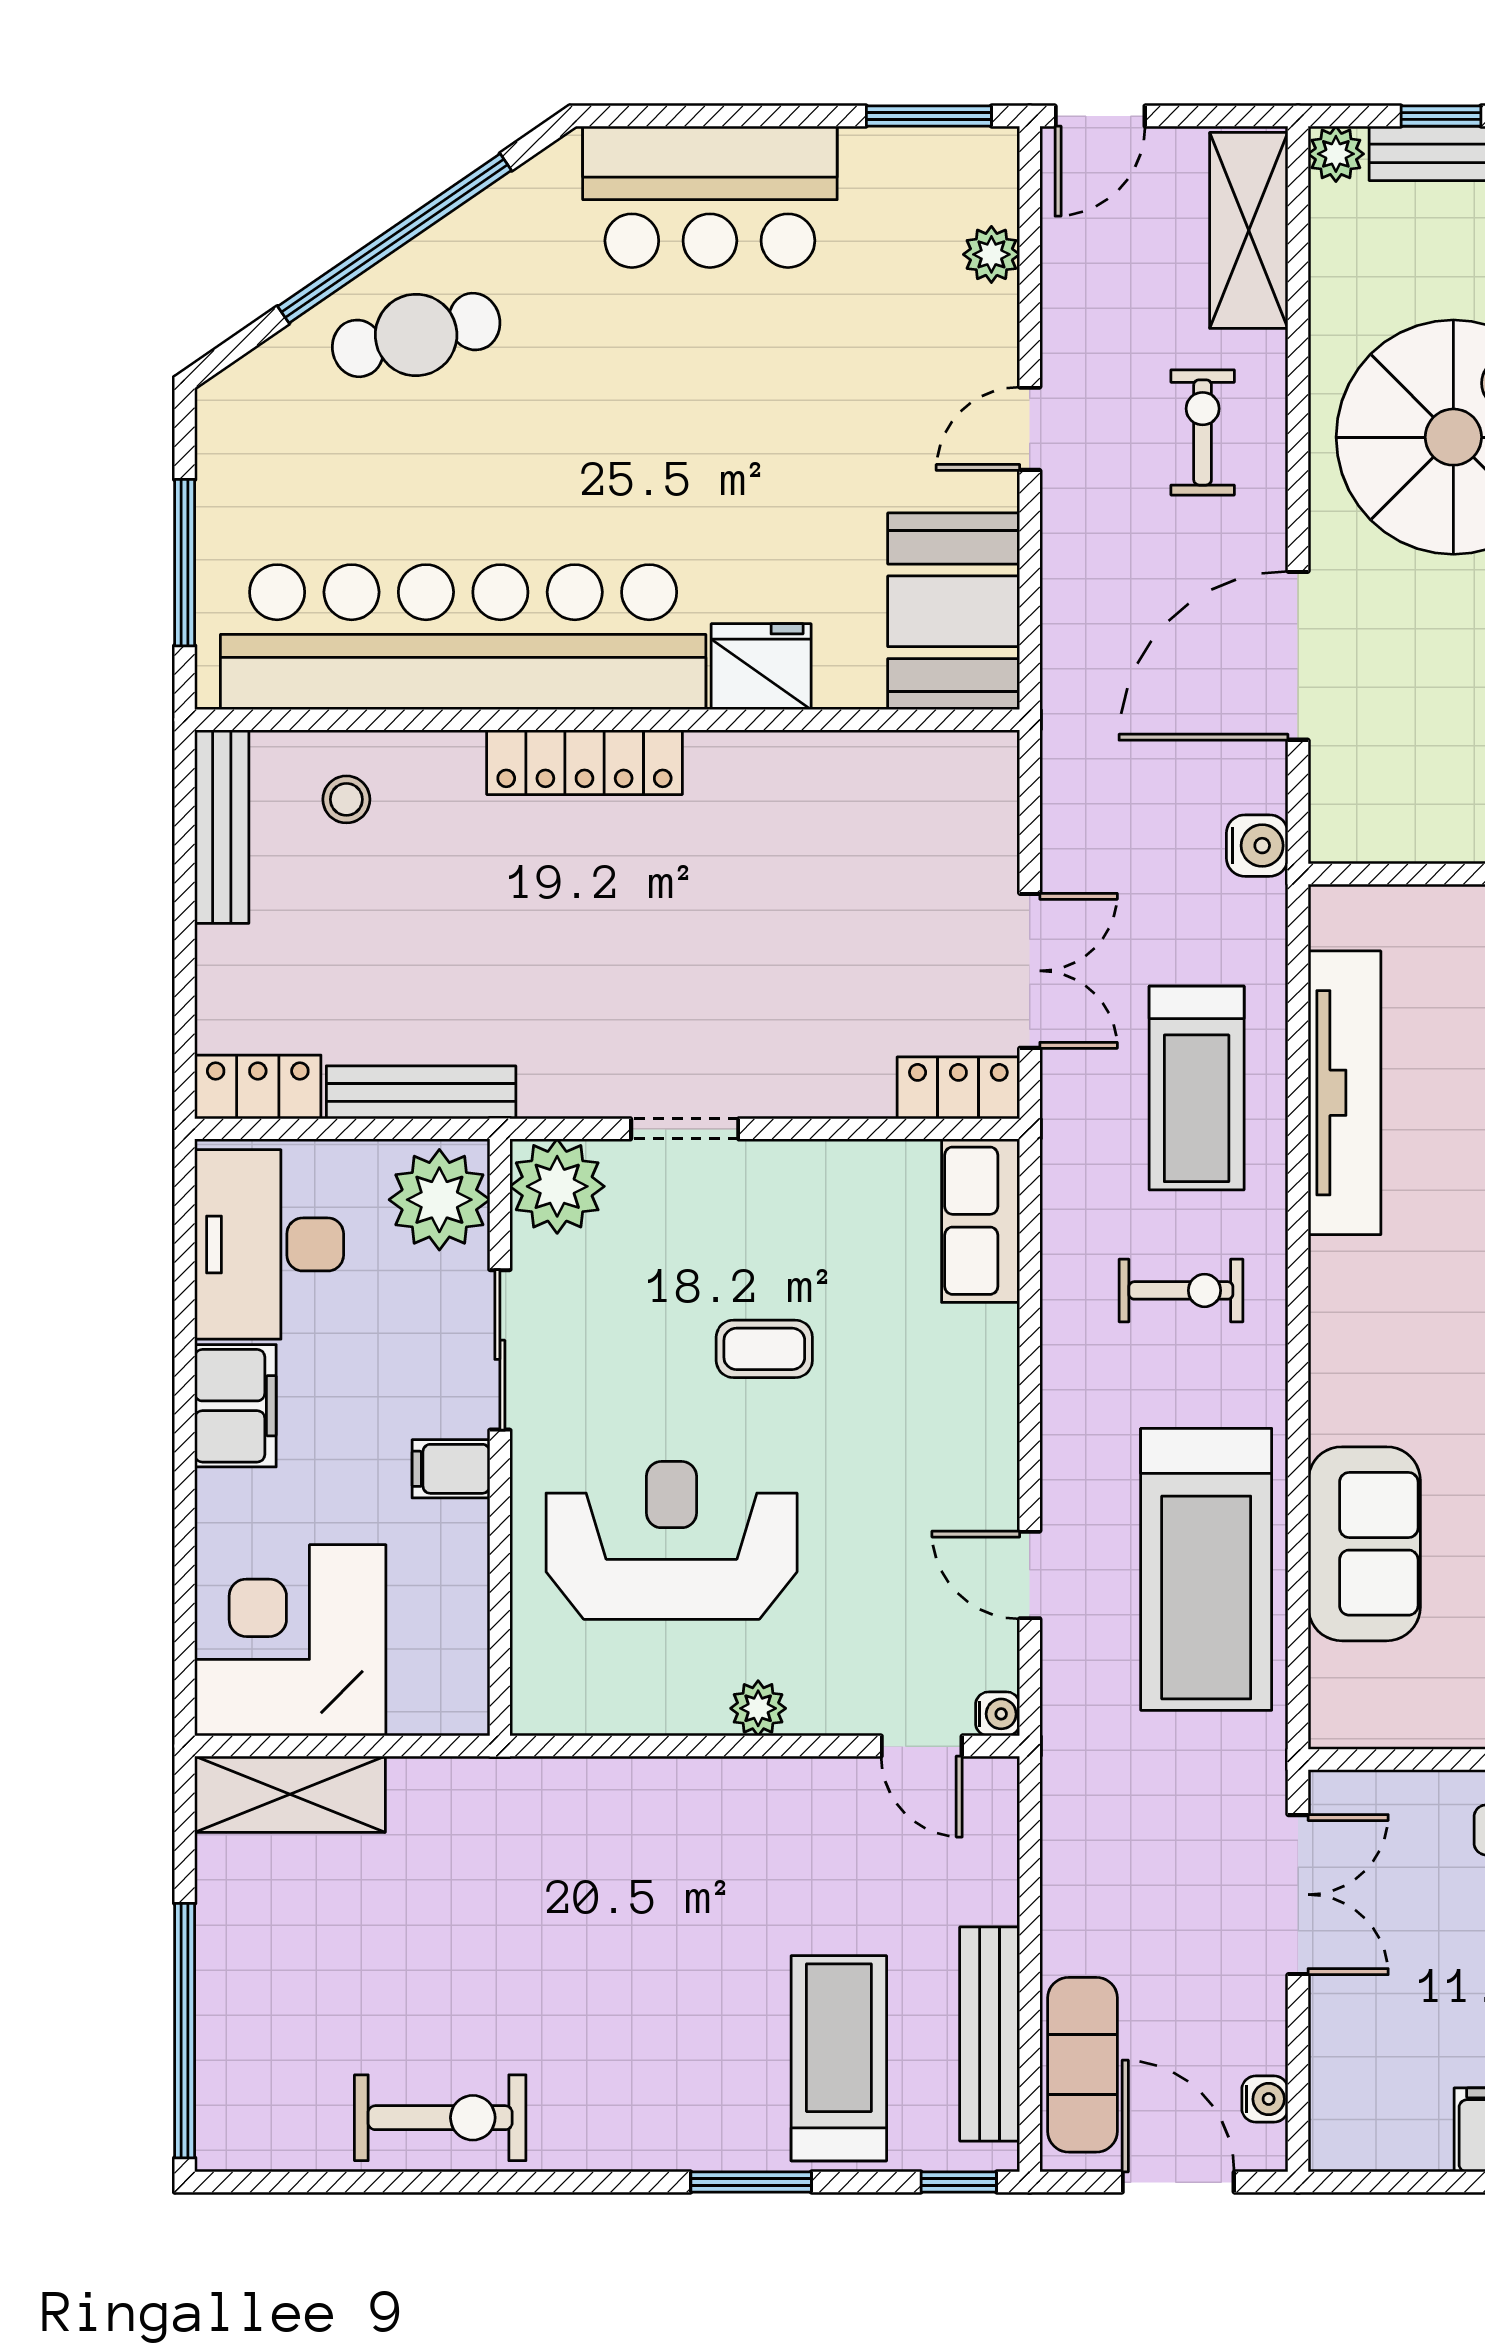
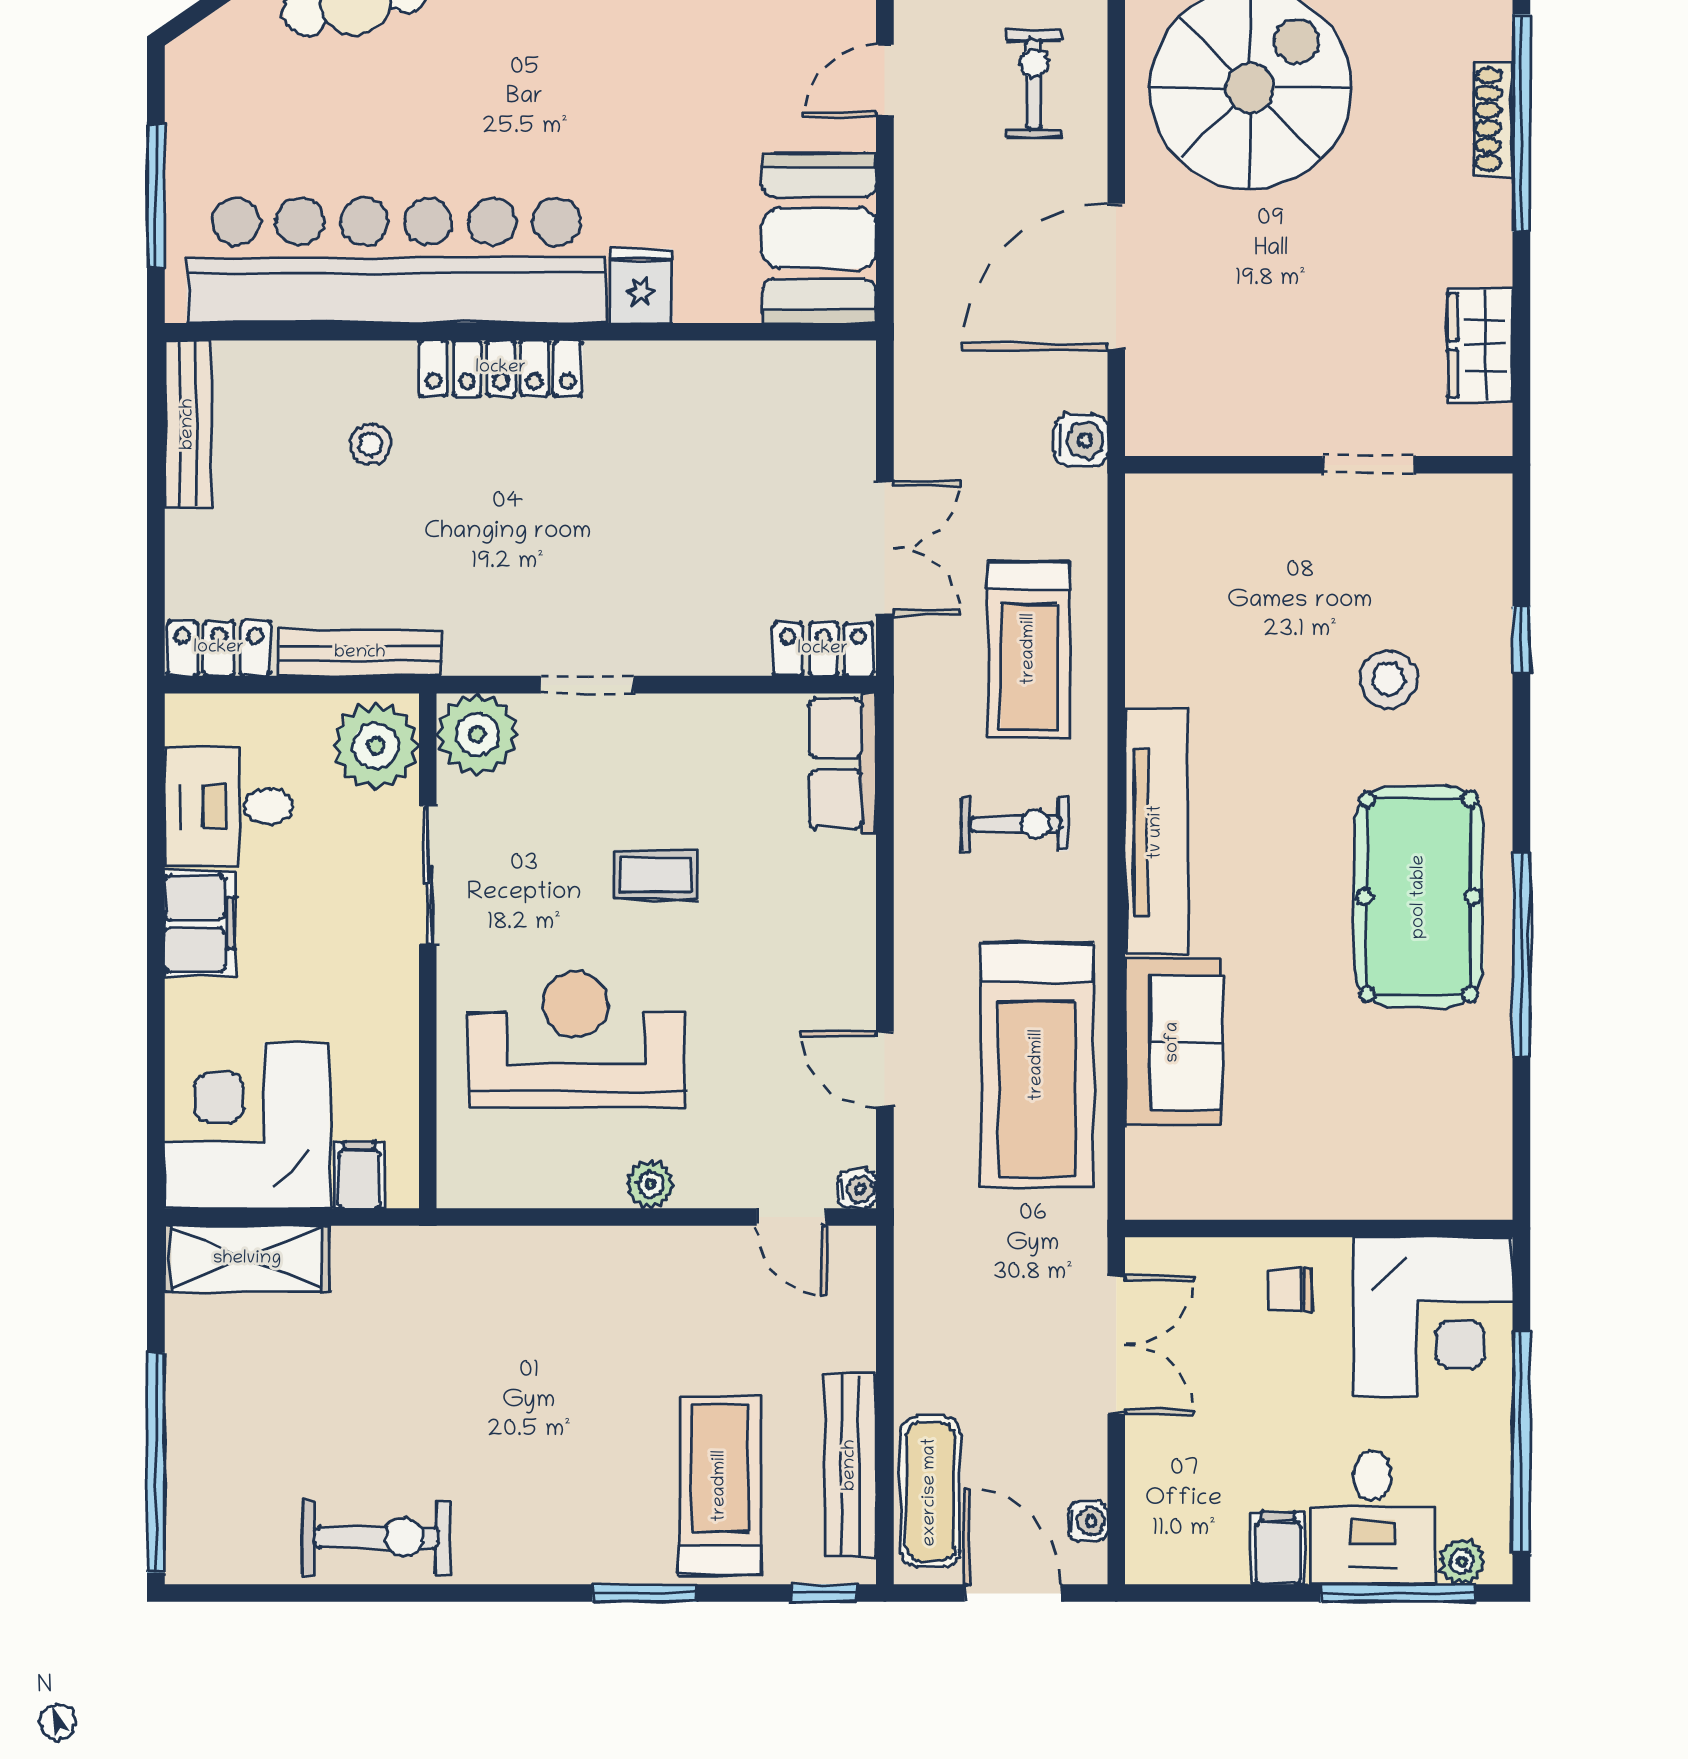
fridge: (761, 667) -> (641, 286), width x0.72
stool: (346, 799) -> (371, 444), moved
tv unit: (1344, 1093) -> (1156, 832), moved
desk: (269, 1244) -> (229, 806), width x0.73
filing cabinet: (451, 1469) -> (359, 1175), moved, turned 90

